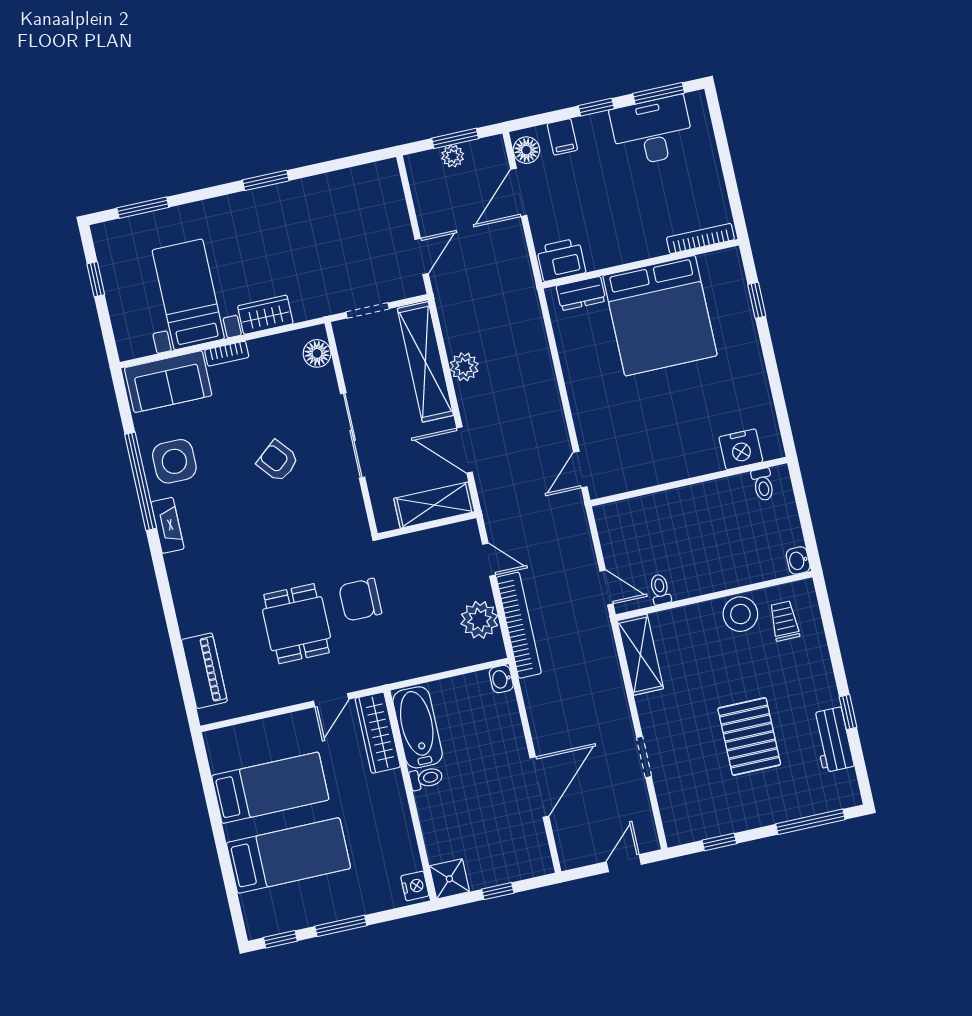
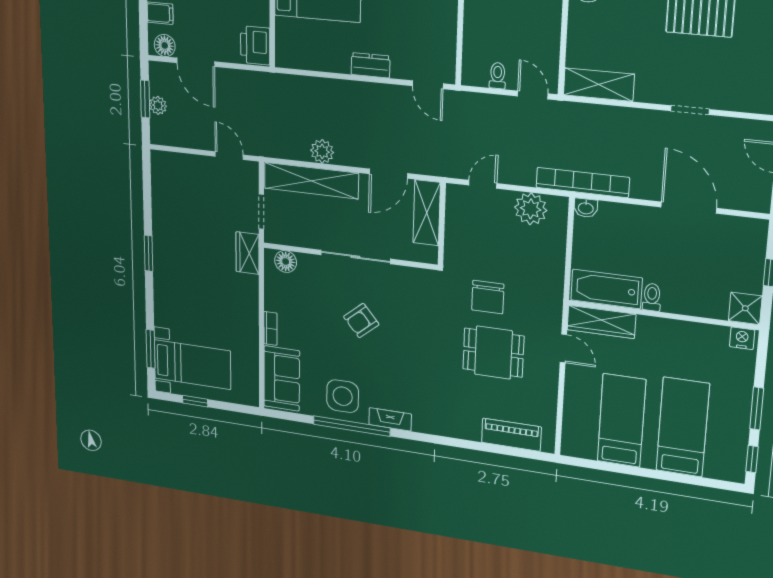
bed with nightstands: (188, 294) -> (192, 365), moved, turned 180
dresser: (581, 294) -> (370, 65), moved, turned -90
wardrobe: (265, 315) -> (248, 253), moved
door: (606, 588) -> (533, 95), hinge flipped
toilet: (660, 589) -> (498, 76), moved, turned 90
bookcase: (519, 625) -> (583, 183), moved

